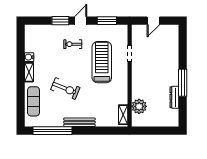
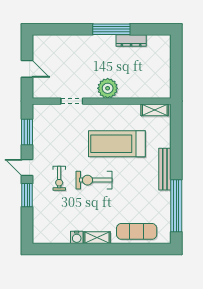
treadmill: (102, 62) -> (117, 144), moved
exercise bike: (65, 88) -> (94, 180), moved, turned -112
plant: (139, 106) -> (108, 88), moved

